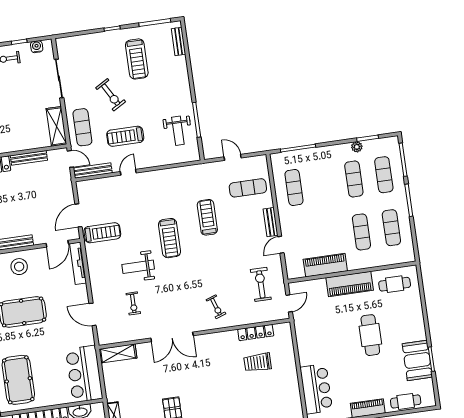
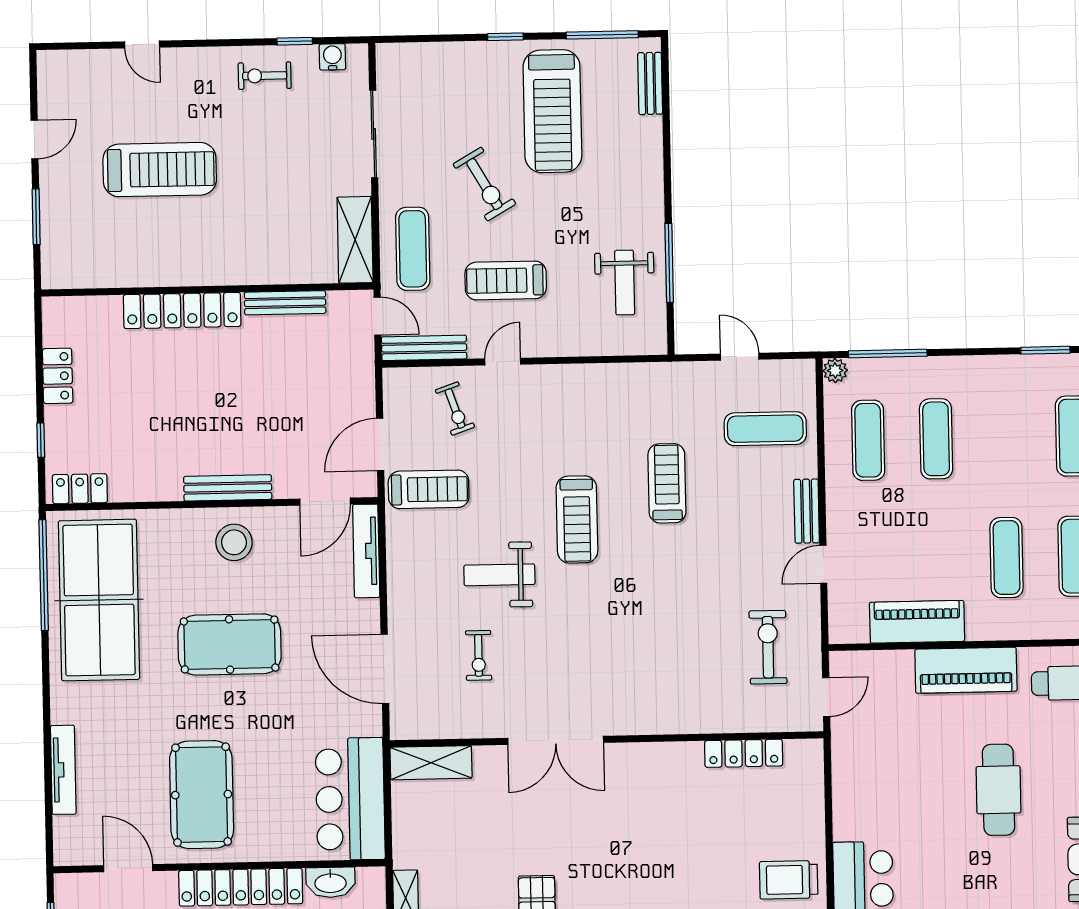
treadmill: (137, 59) -> (552, 111), width x1.37, depth x1.38
plant: (357, 147) -> (835, 370), moved
exercise mat: (354, 179) -> (936, 439), moved
exercise bike: (216, 307) -> (455, 409), moved
door: (93, 314) -> (385, 669), width x1.36
trolley: (258, 362) -> (789, 880), moved

